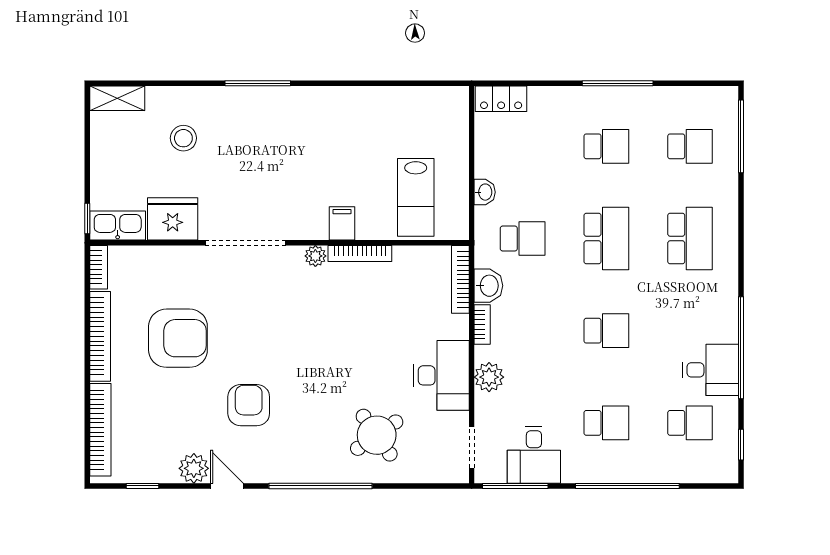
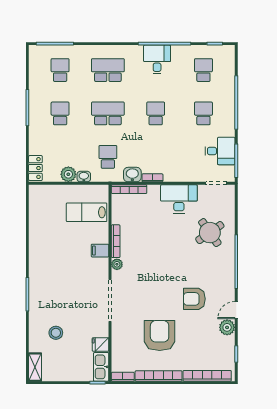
lab bench: (416, 197) -> (87, 212), turned 180
fridge: (173, 219) -> (100, 344), width x0.53, depth x0.75
desk: (710, 370) -> (157, 59), moved
plant: (489, 377) -> (68, 174), moved

